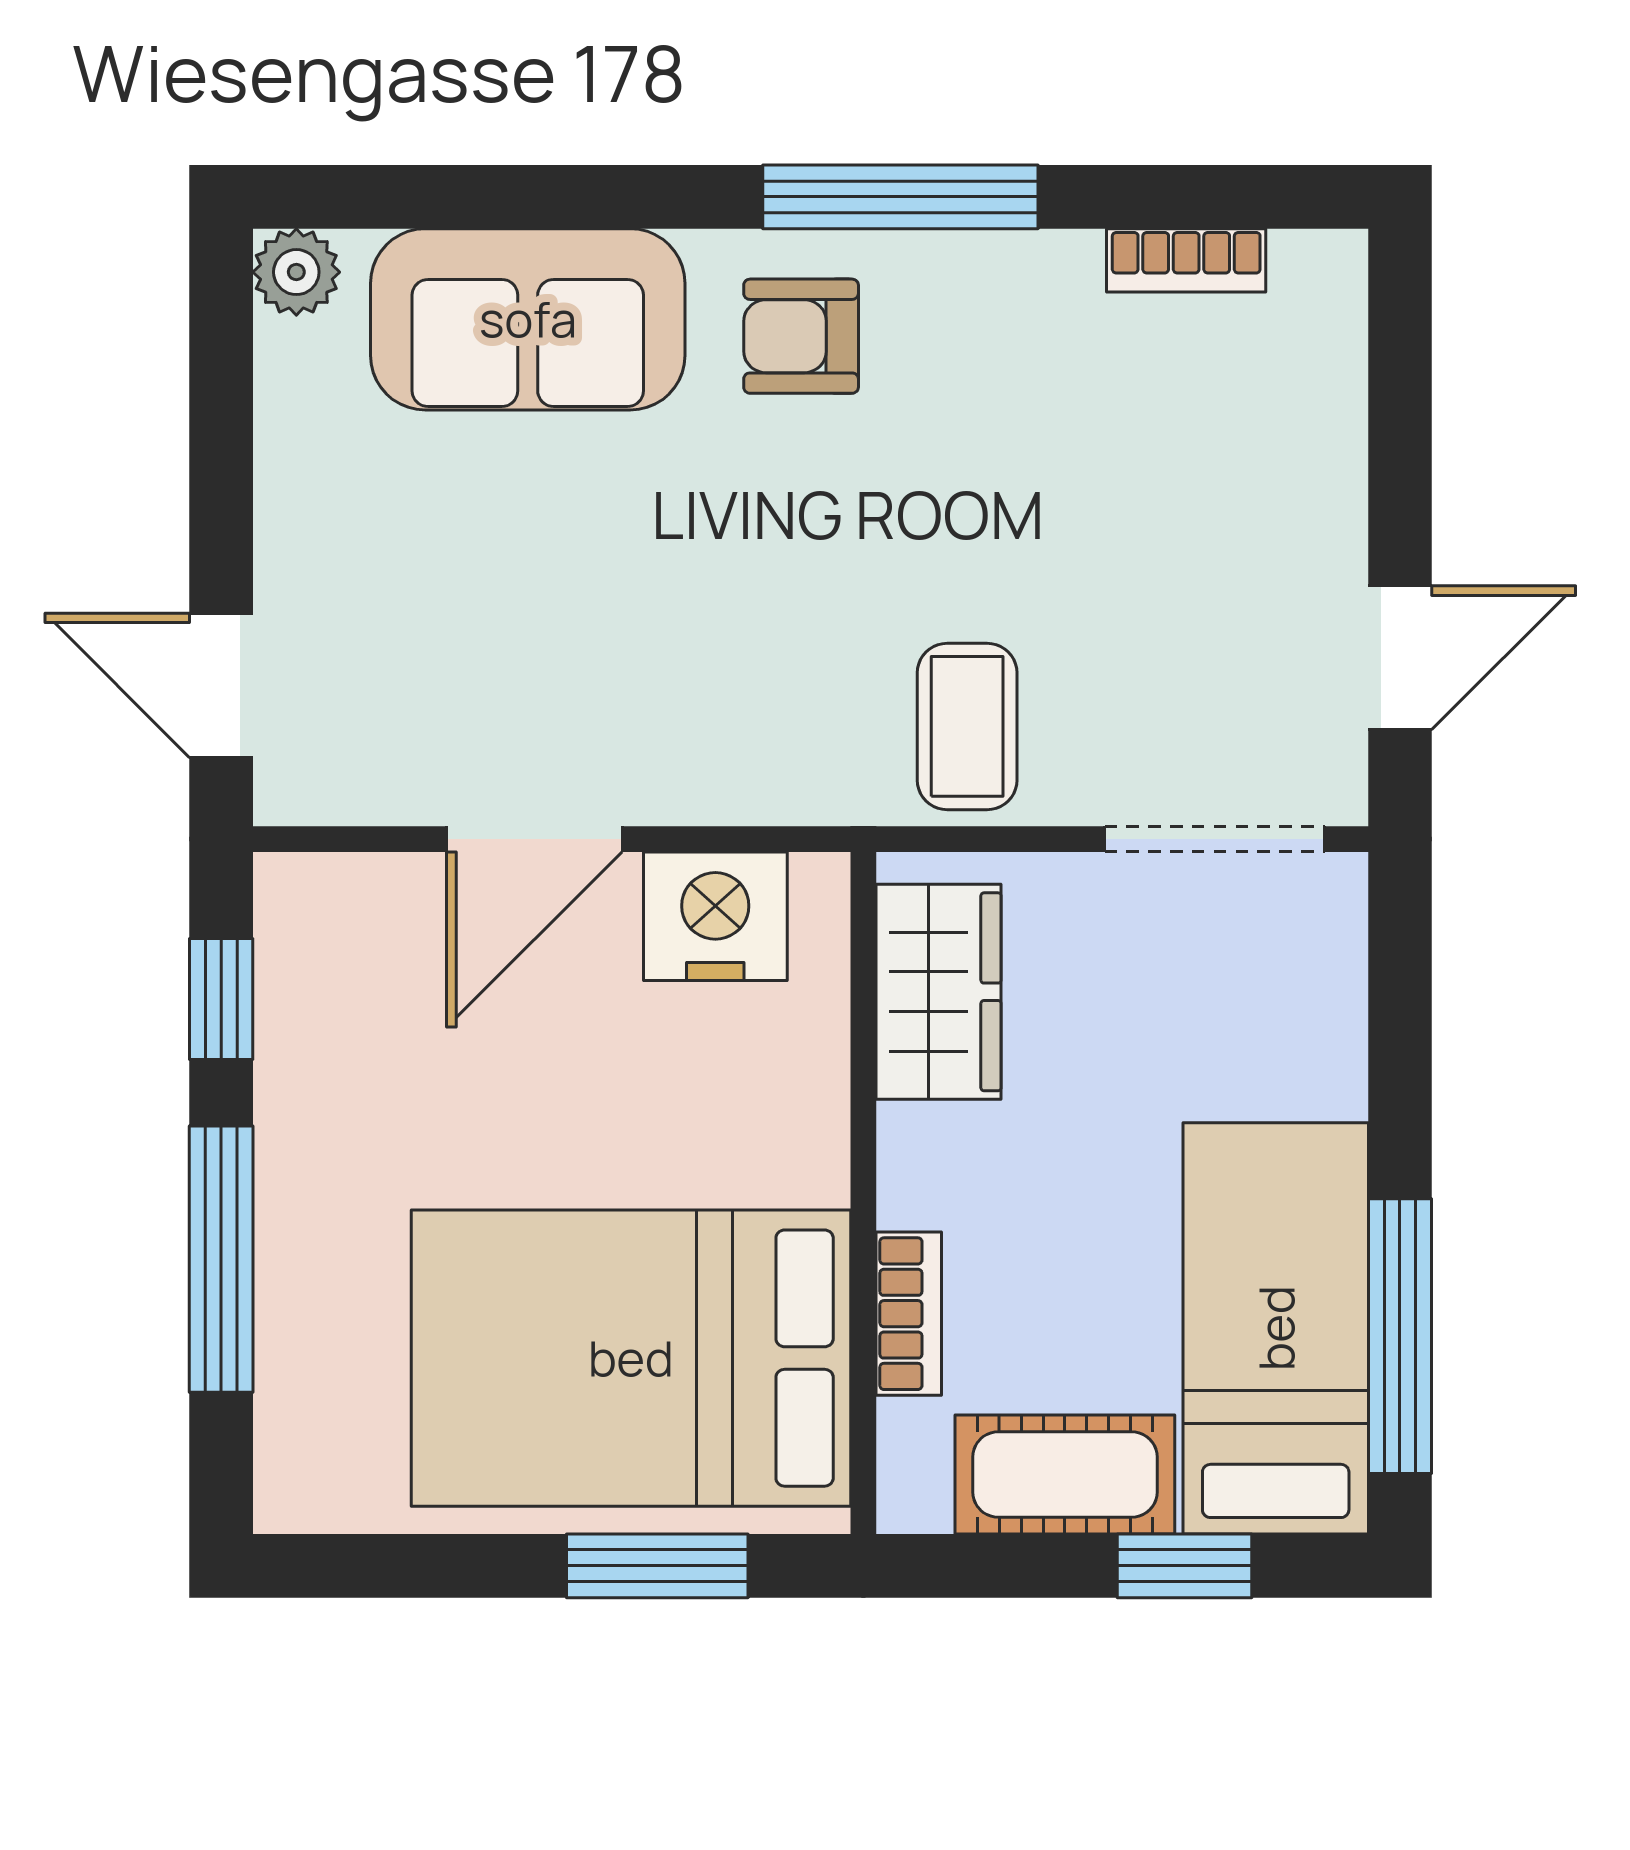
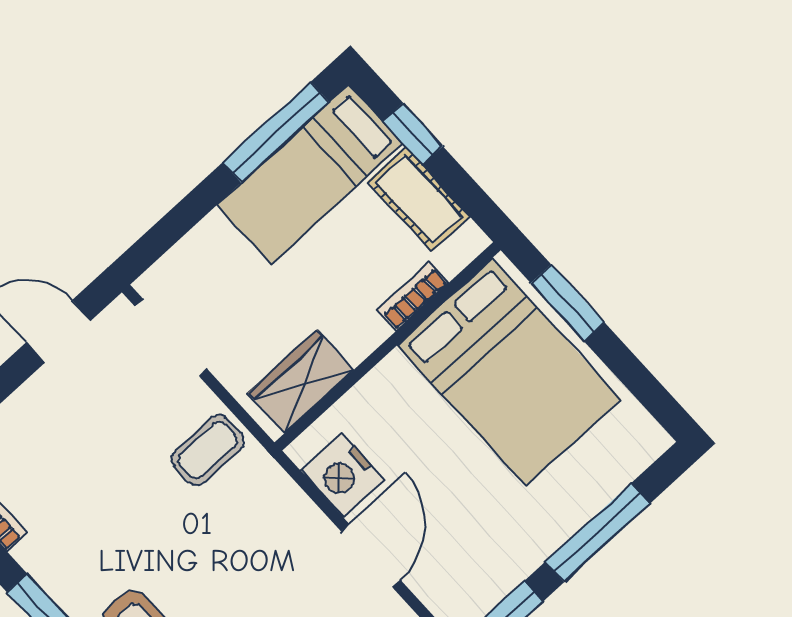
door: (534, 839) -> (371, 556), hinge flipped

